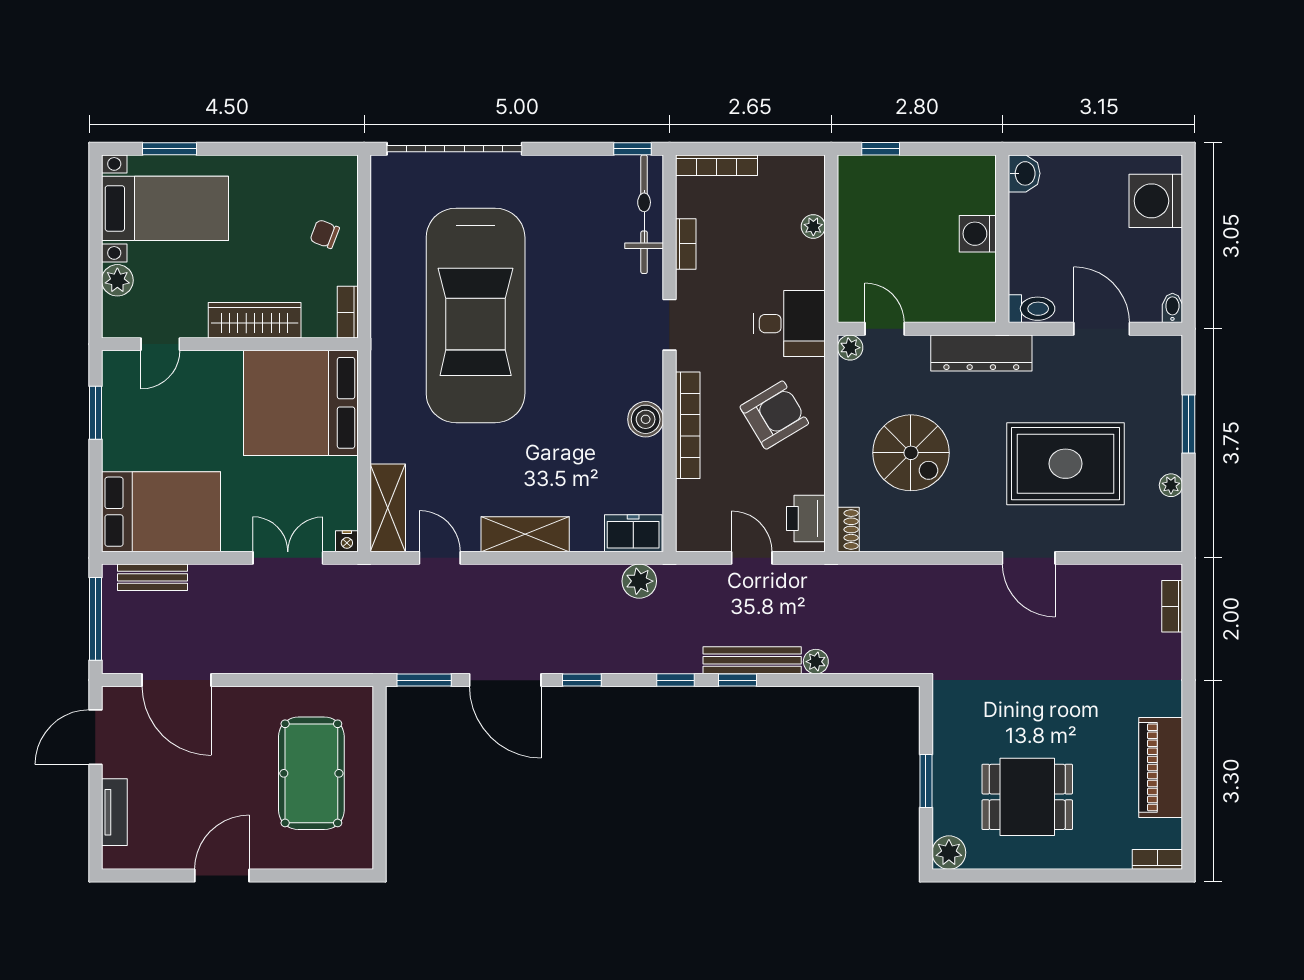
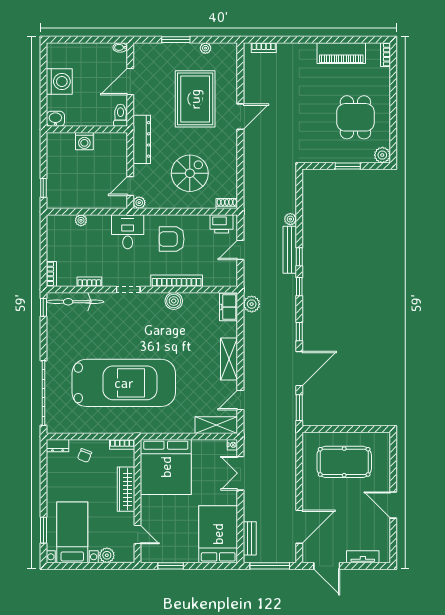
bookcase: (717, 165) -> (51, 274), width x0.64
dresser: (345, 178) -> (58, 446), added
washing machine: (1156, 201) -> (59, 81), moved, turned -90
armchair: (774, 415) -> (172, 239), turned -59

